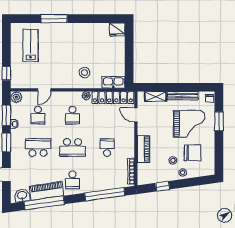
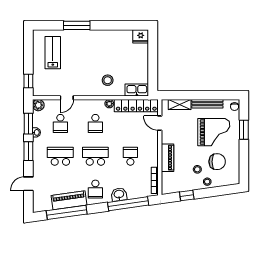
school desk: (72, 148) -> (95, 156), turned 180
washbasin: (22, 195) -> (119, 194), moved

